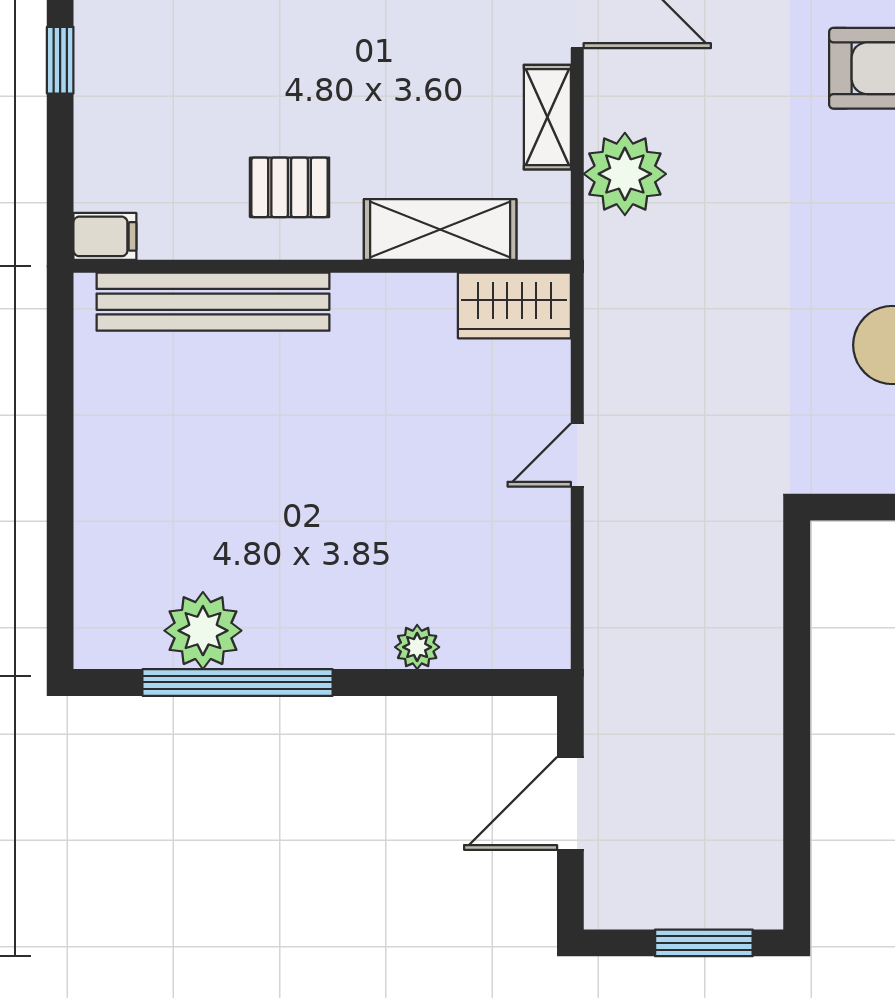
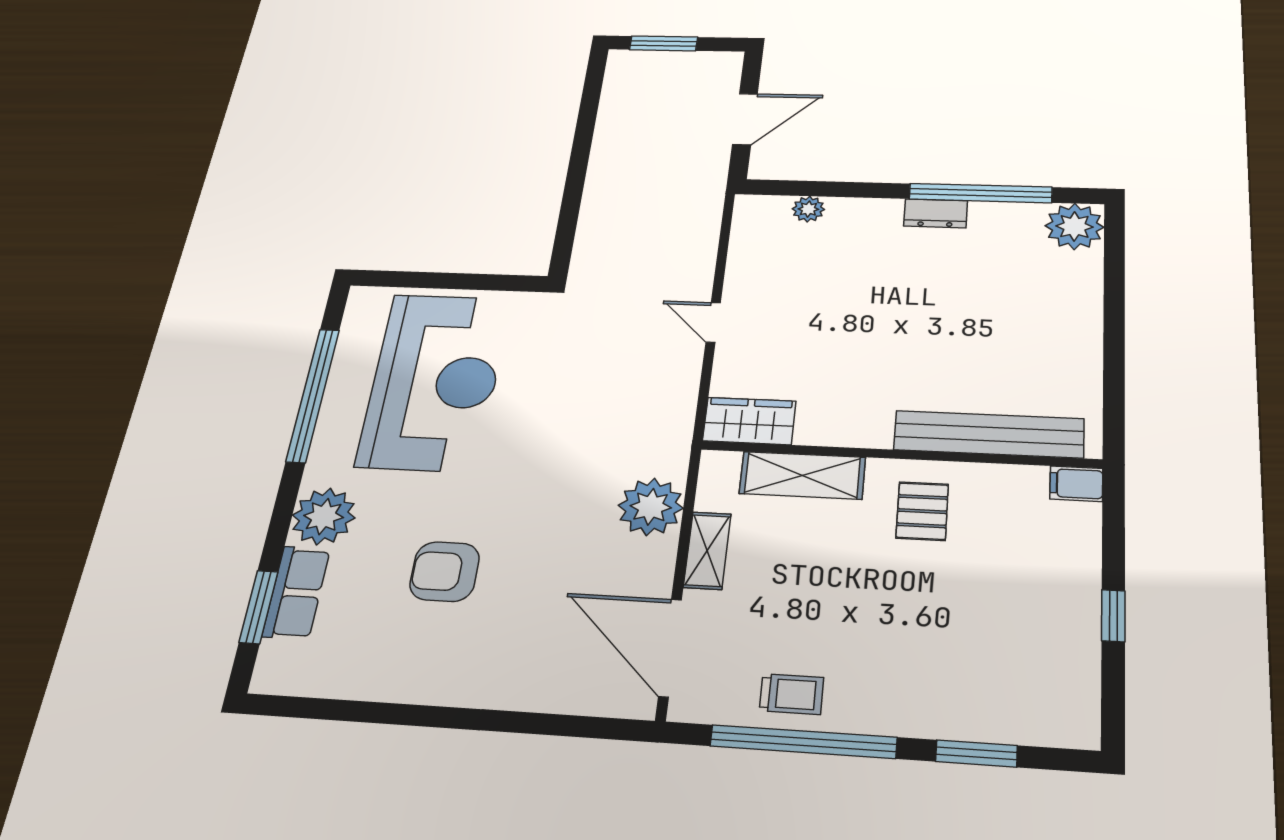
pallet: (290, 187) -> (922, 511), turned 90
door: (577, 455) -> (713, 322), swing flipped
plant: (203, 631) -> (1074, 226), moved
dresser: (296, 646) -> (936, 213), added
plant: (417, 647) -> (808, 209), moved

